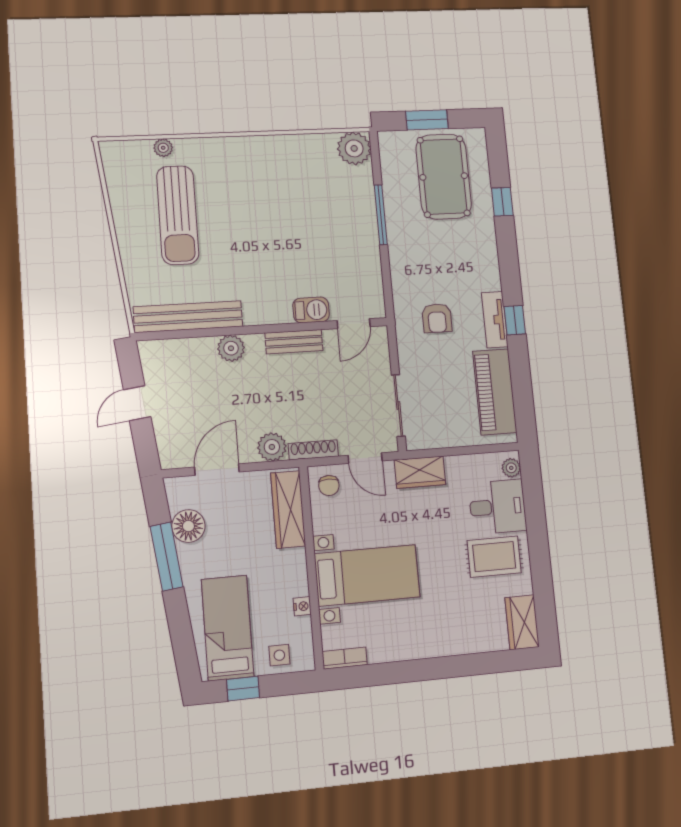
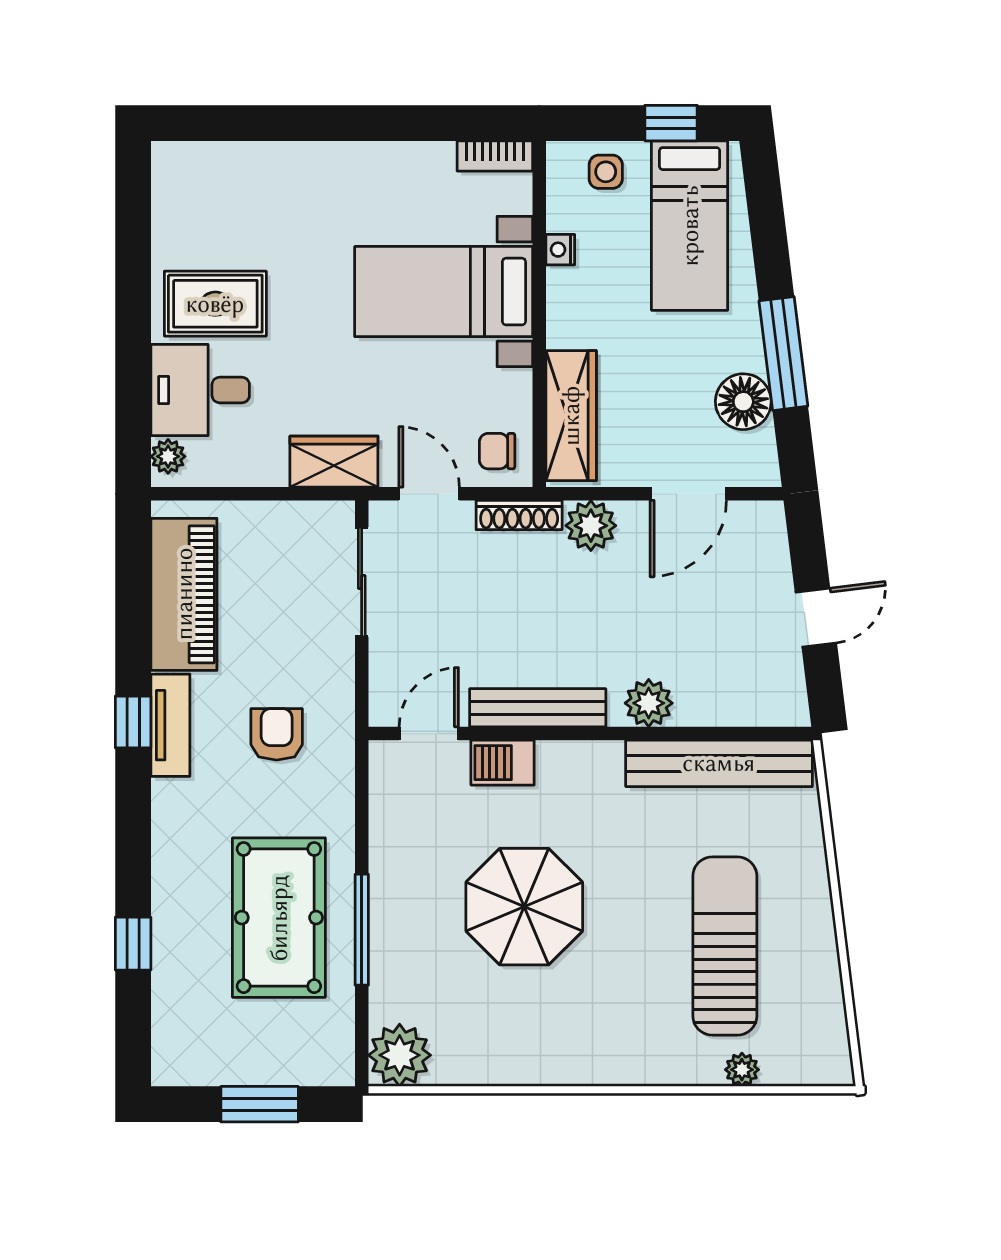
pool table: (444, 177) -> (279, 918), moved
parasol: (292, 231) -> (524, 907), added
bench: (294, 342) -> (538, 708), width x1.36
chair: (329, 486) -> (497, 451), turned -90
wardrobe: (522, 622) -> (177, 186), removed

